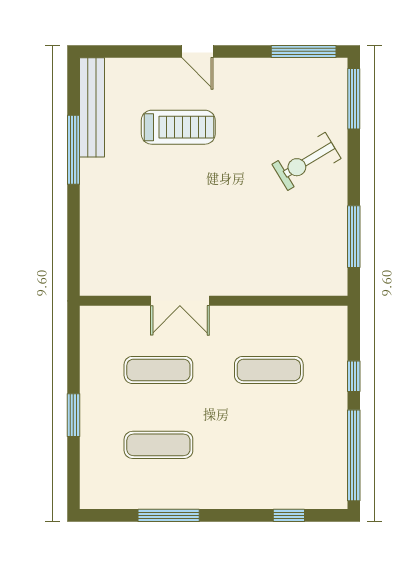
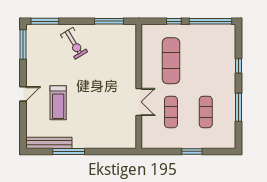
treadmill: (178, 127) -> (58, 103), turned 180
exercise mat: (269, 370) -> (171, 61), width x1.36, depth x1.45
window: (289, 515) -> (238, 66), moved

